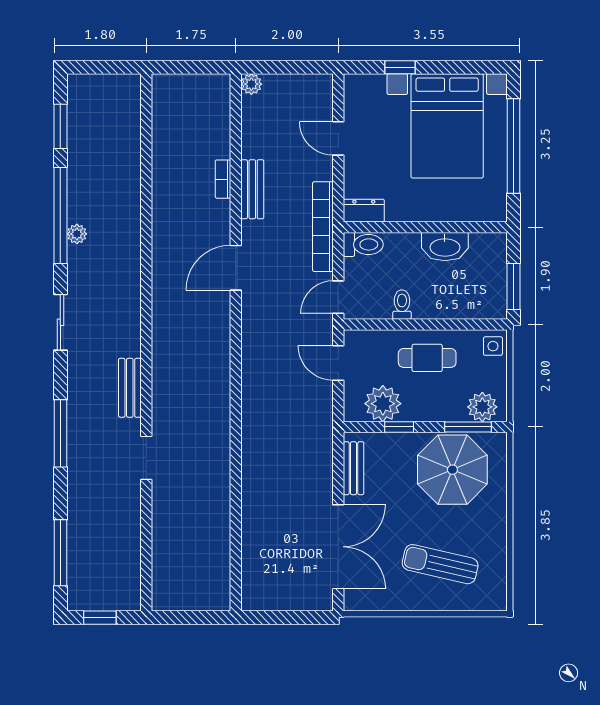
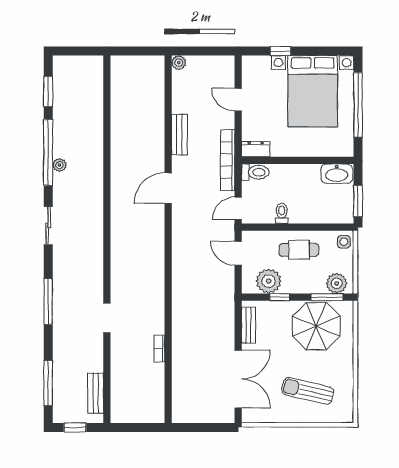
bookcase: (223, 179) -> (159, 348), moved
washbasin: (445, 247) -> (337, 174), moved
bench: (130, 388) -> (96, 393), moved

